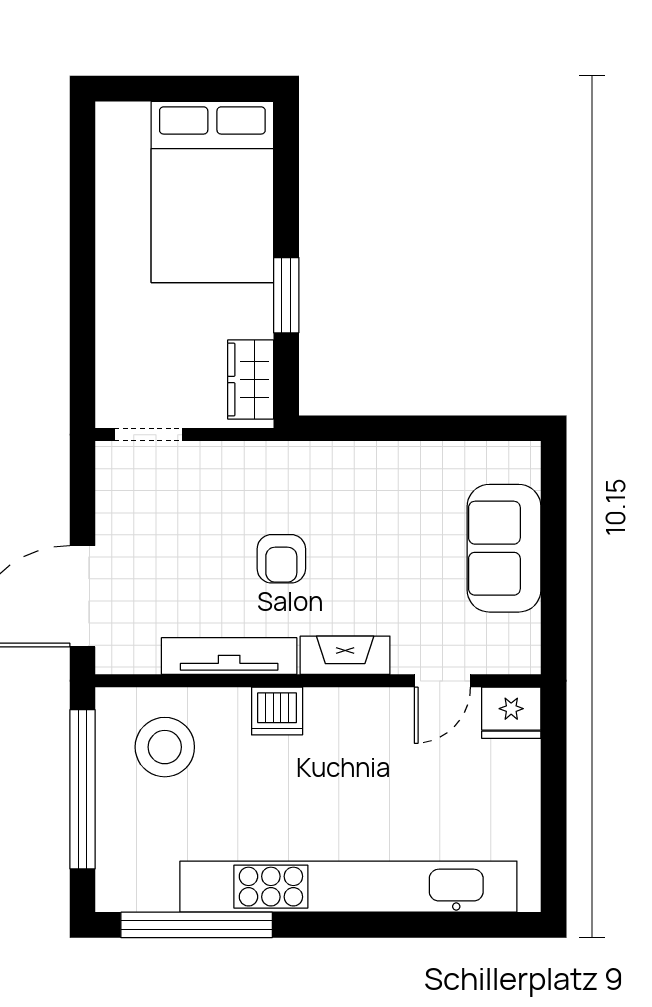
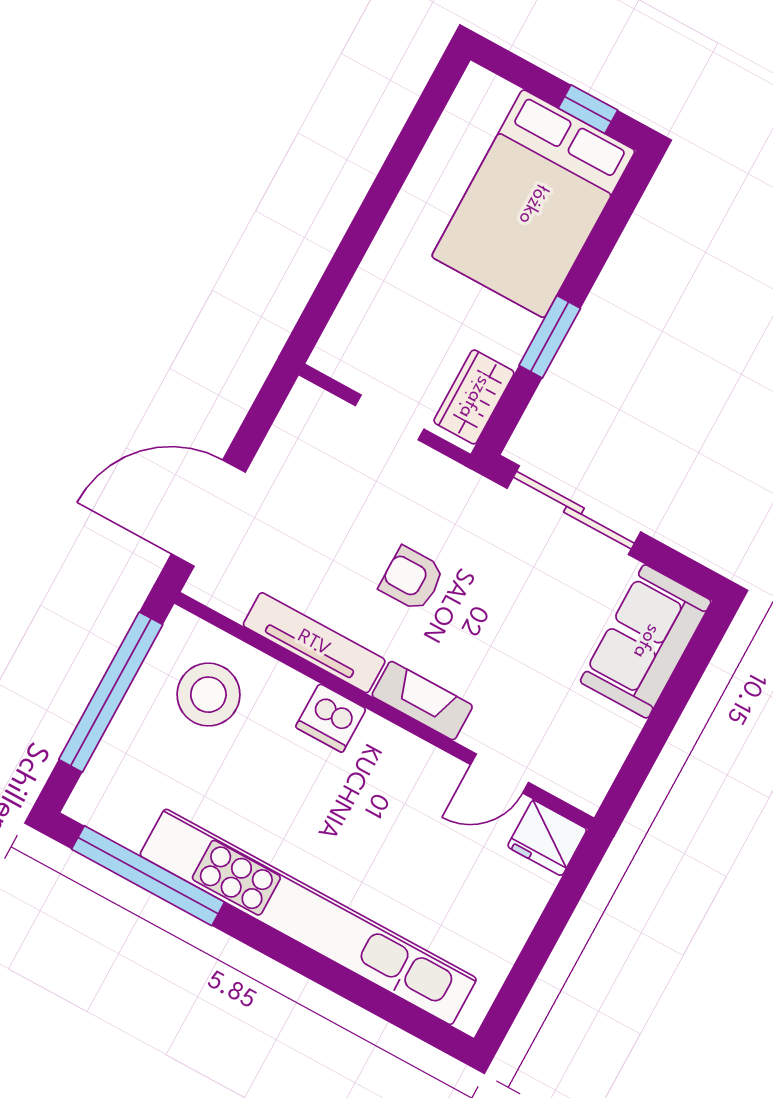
window: (215, 89) -> (588, 109), added
sliding door: (385, 428) -> (574, 510), added
doorway: (148, 435) -> (390, 417), moved
sofa: (504, 548) -> (646, 641), moved
armchair: (281, 559) -> (412, 579), turned 90

